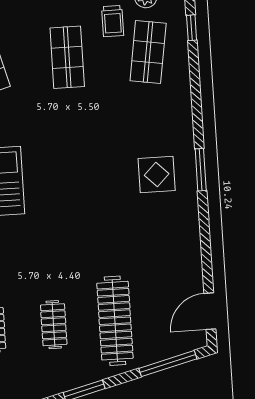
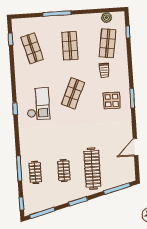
trolley: (113, 21) -> (104, 70), moved
shop shelf: (74, 159) -> (73, 93), added
door: (210, 311) -> (135, 147), moved

